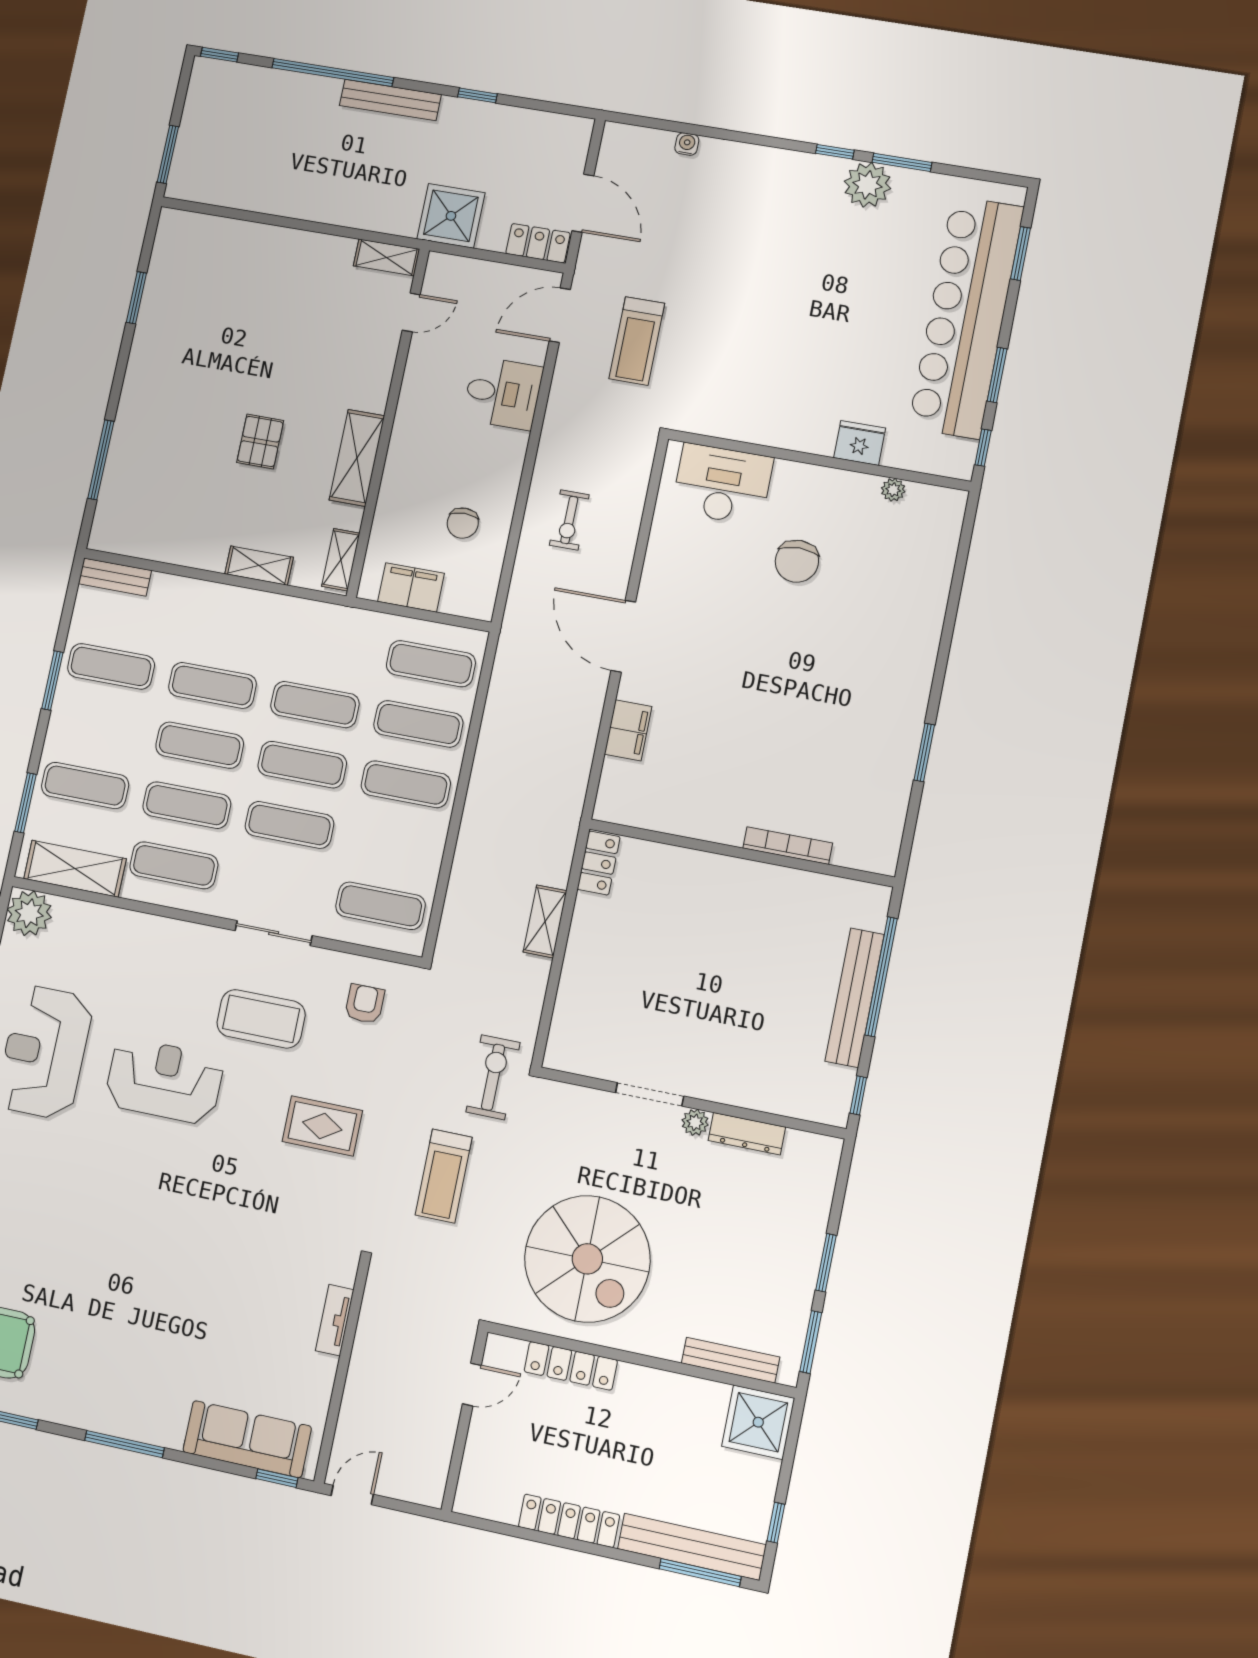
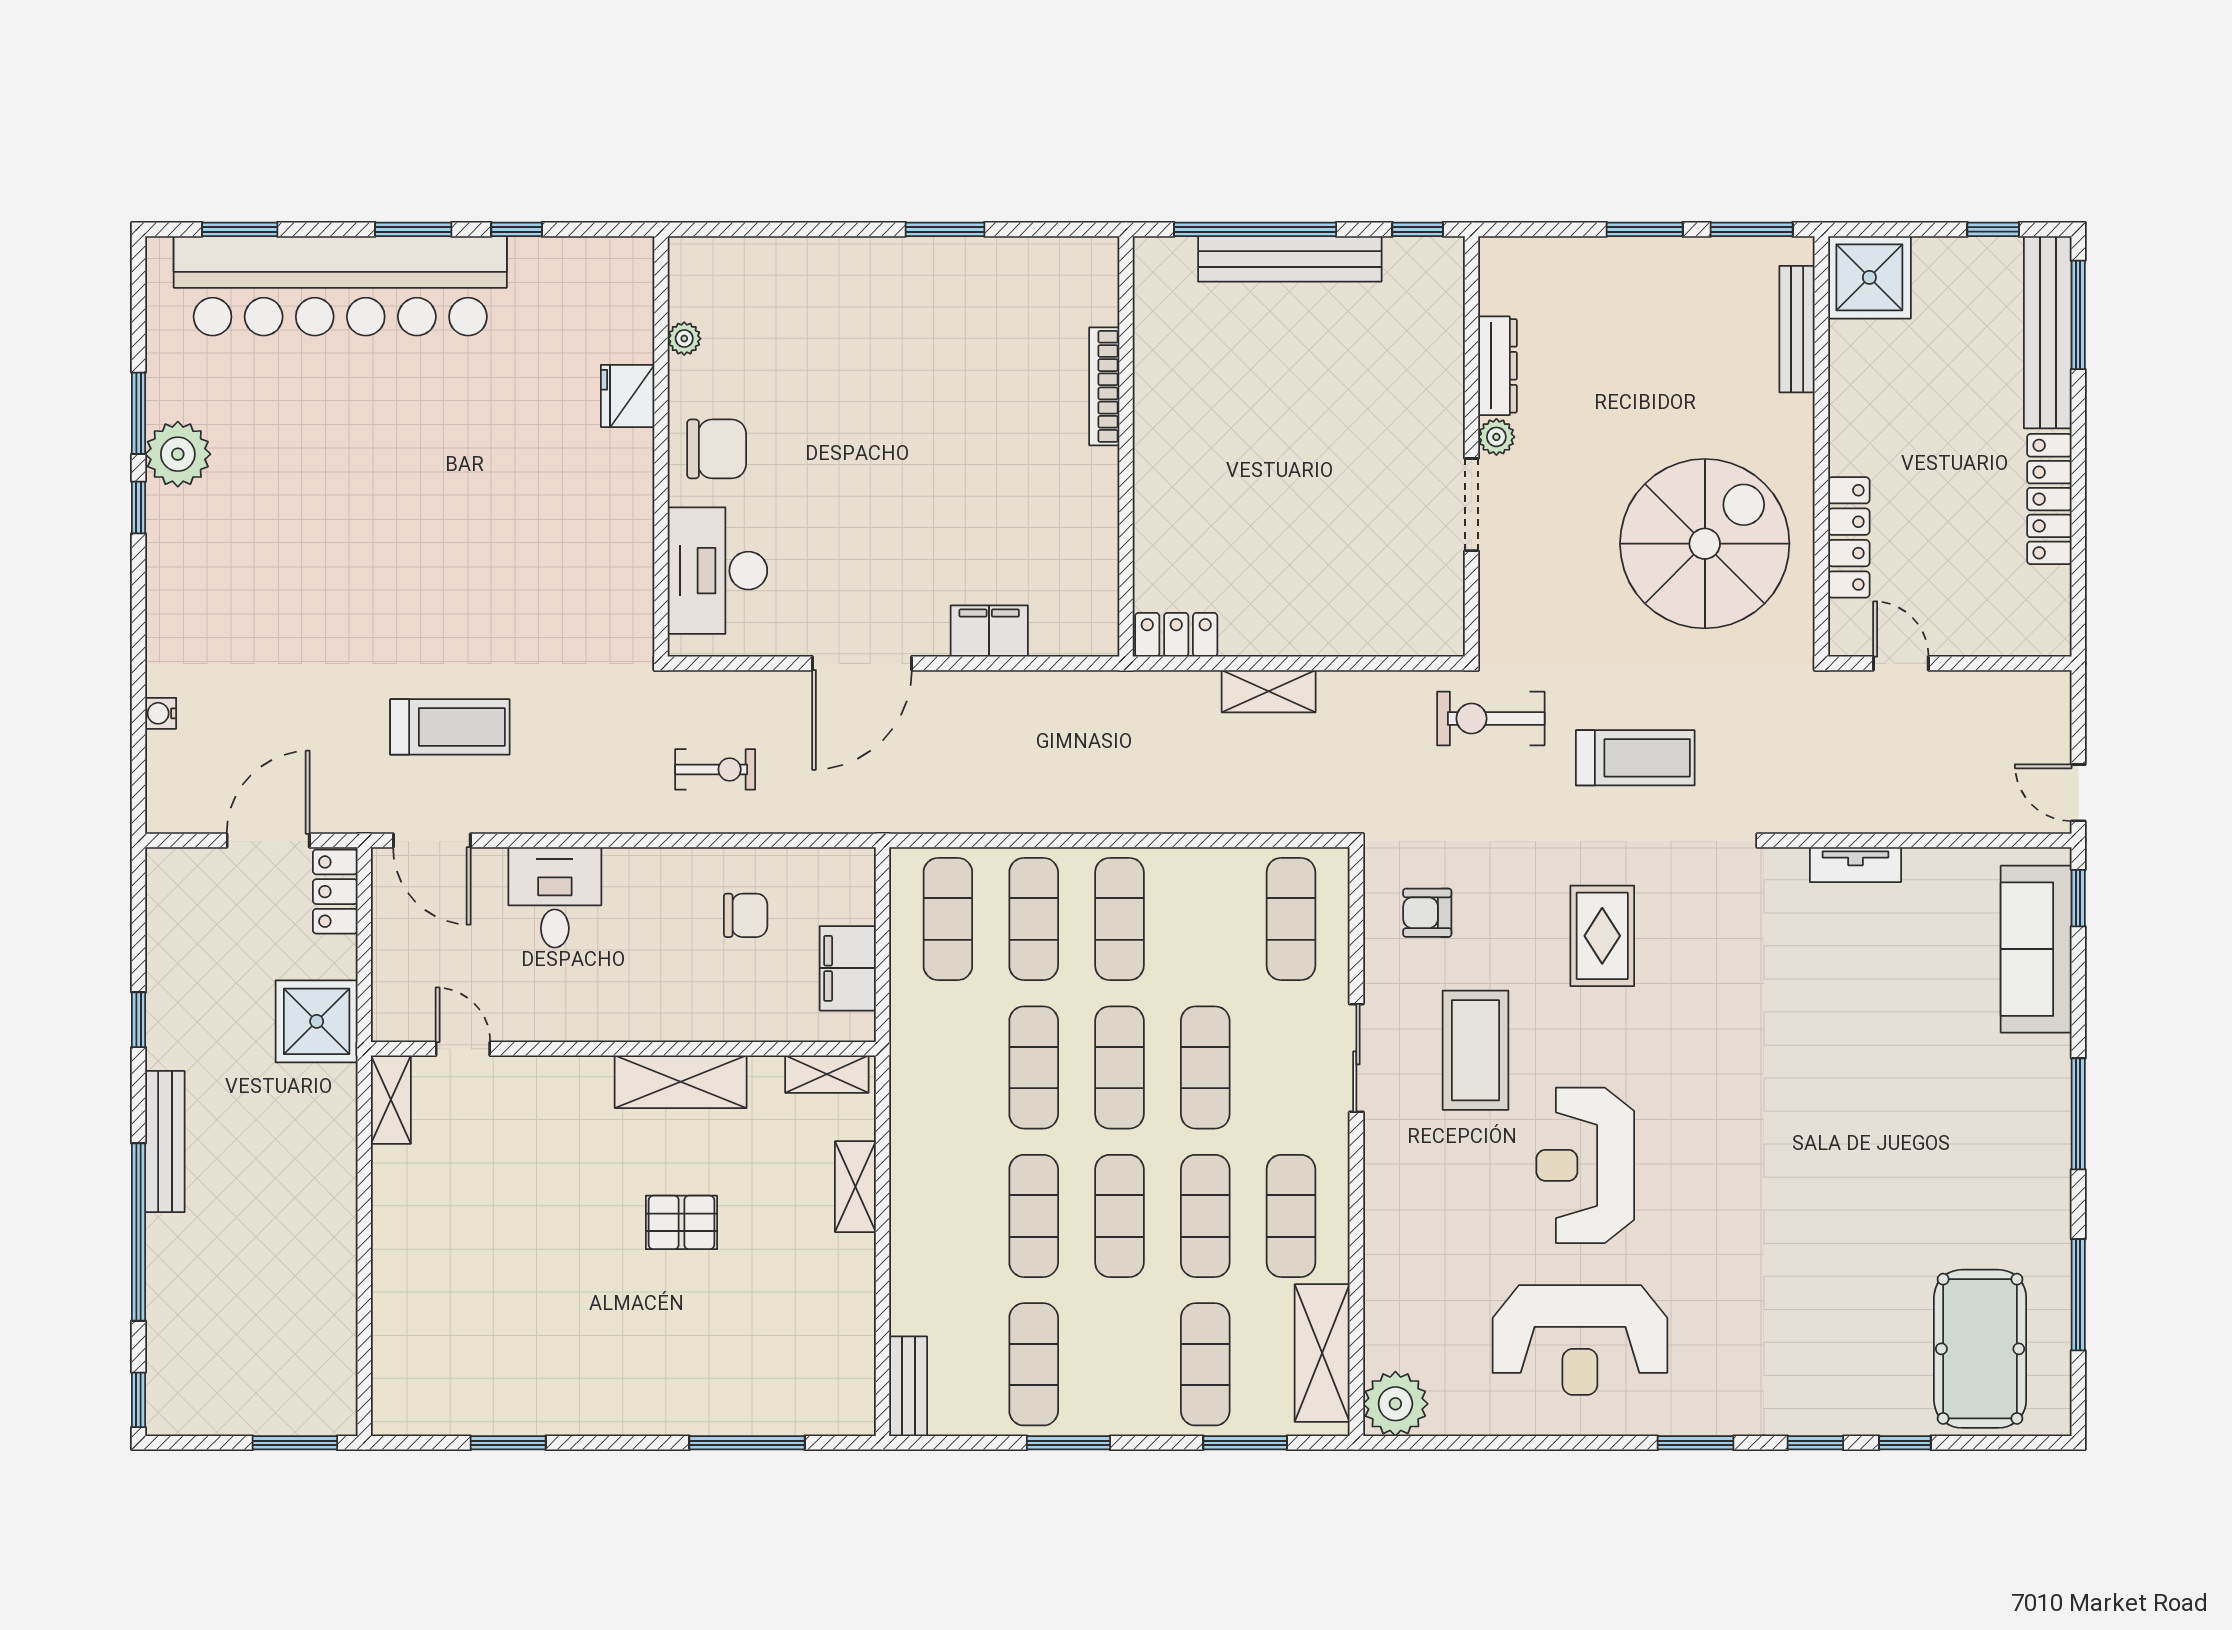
fridge: (860, 443) -> (628, 396), moved
wall: (819, 460) -> (661, 446), moved
desk: (722, 484) -> (717, 571), moved
plant: (893, 490) -> (684, 339), moved

